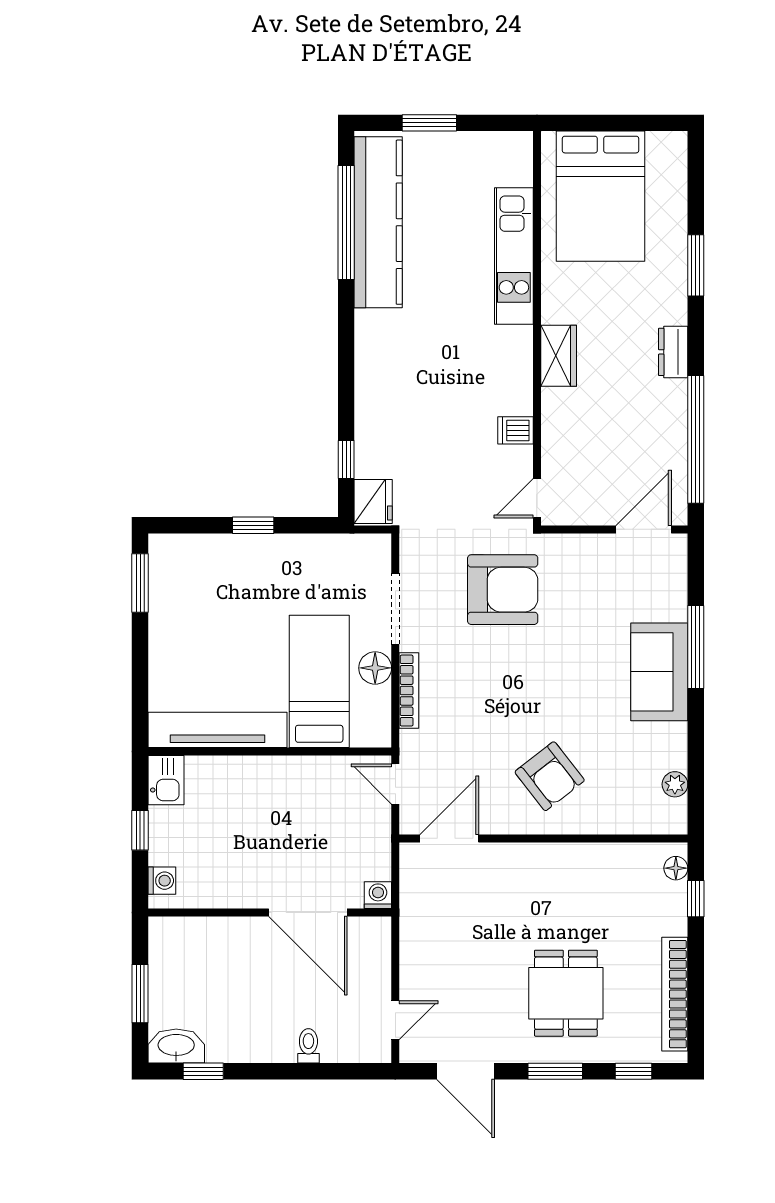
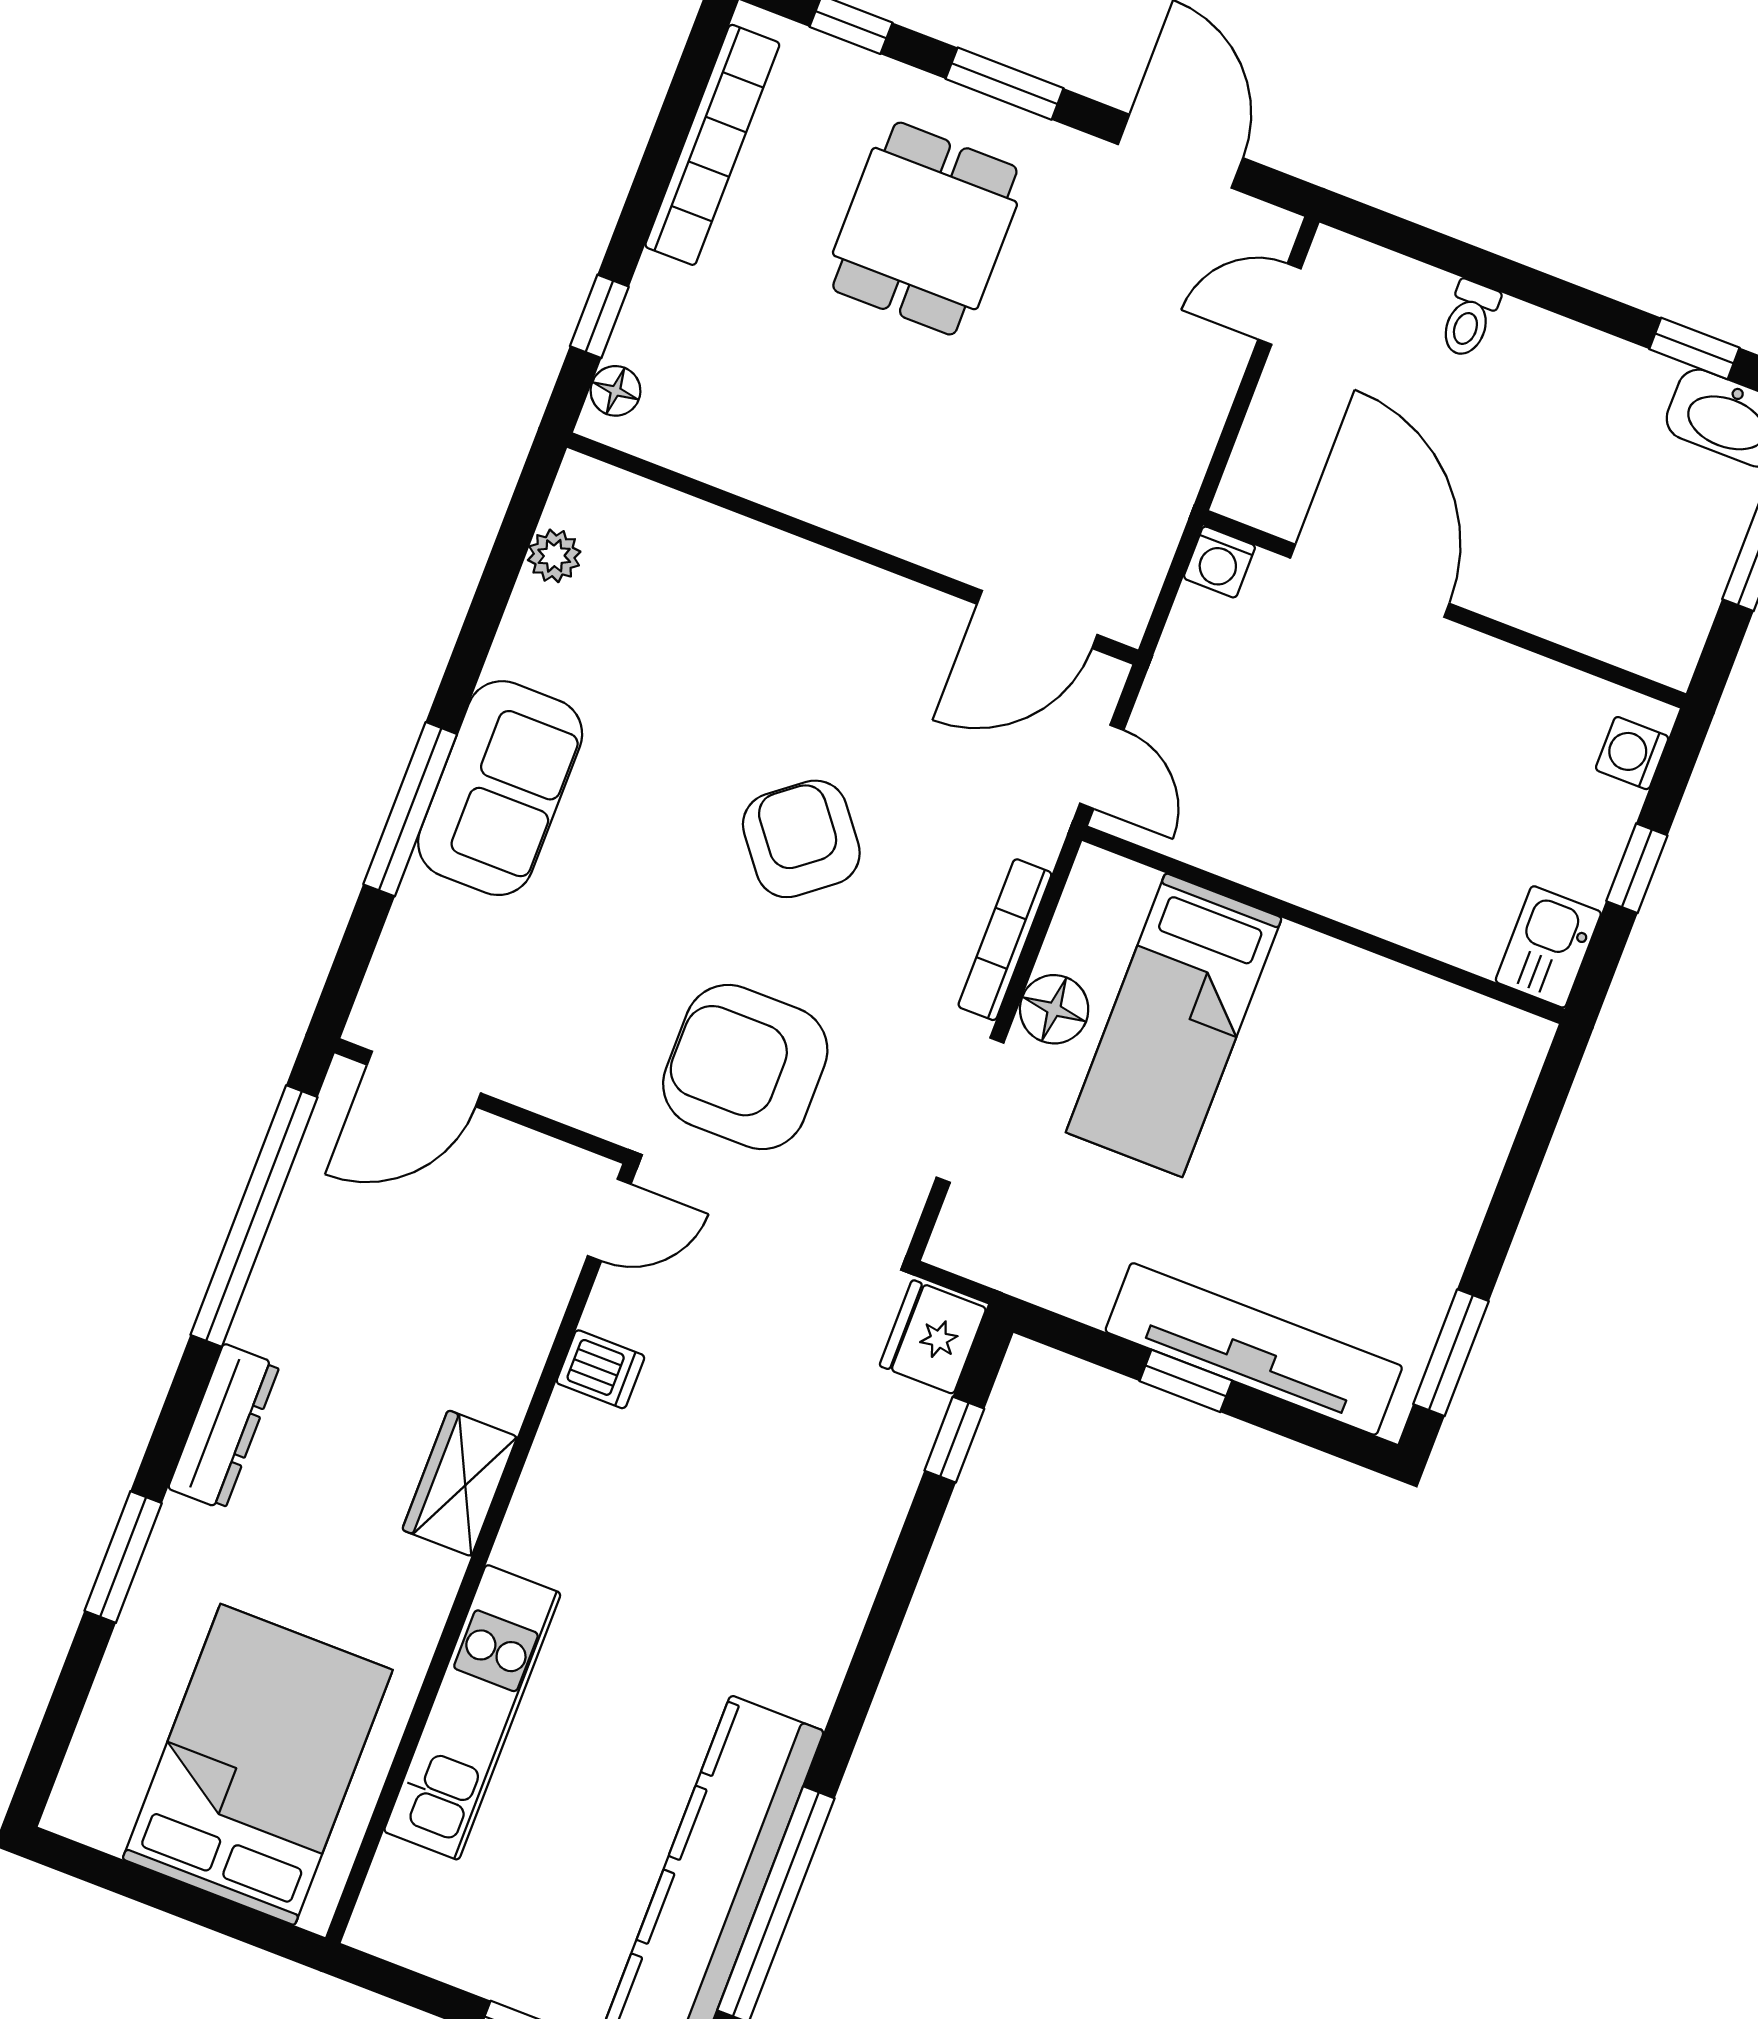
dresser: (673, 352) -> (224, 1427), width x1.44
tv unit: (217, 730) -> (1254, 1349), moved, turned 180
armchair: (550, 776) -> (801, 839), moved

